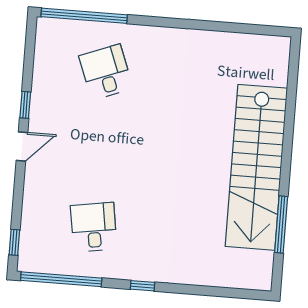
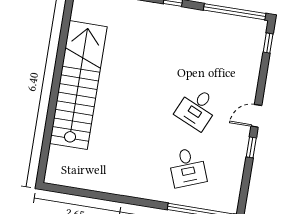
window: (281, 224) -> (63, 40), removed
desk: (94, 227) -> (197, 108), moved, turned 33

